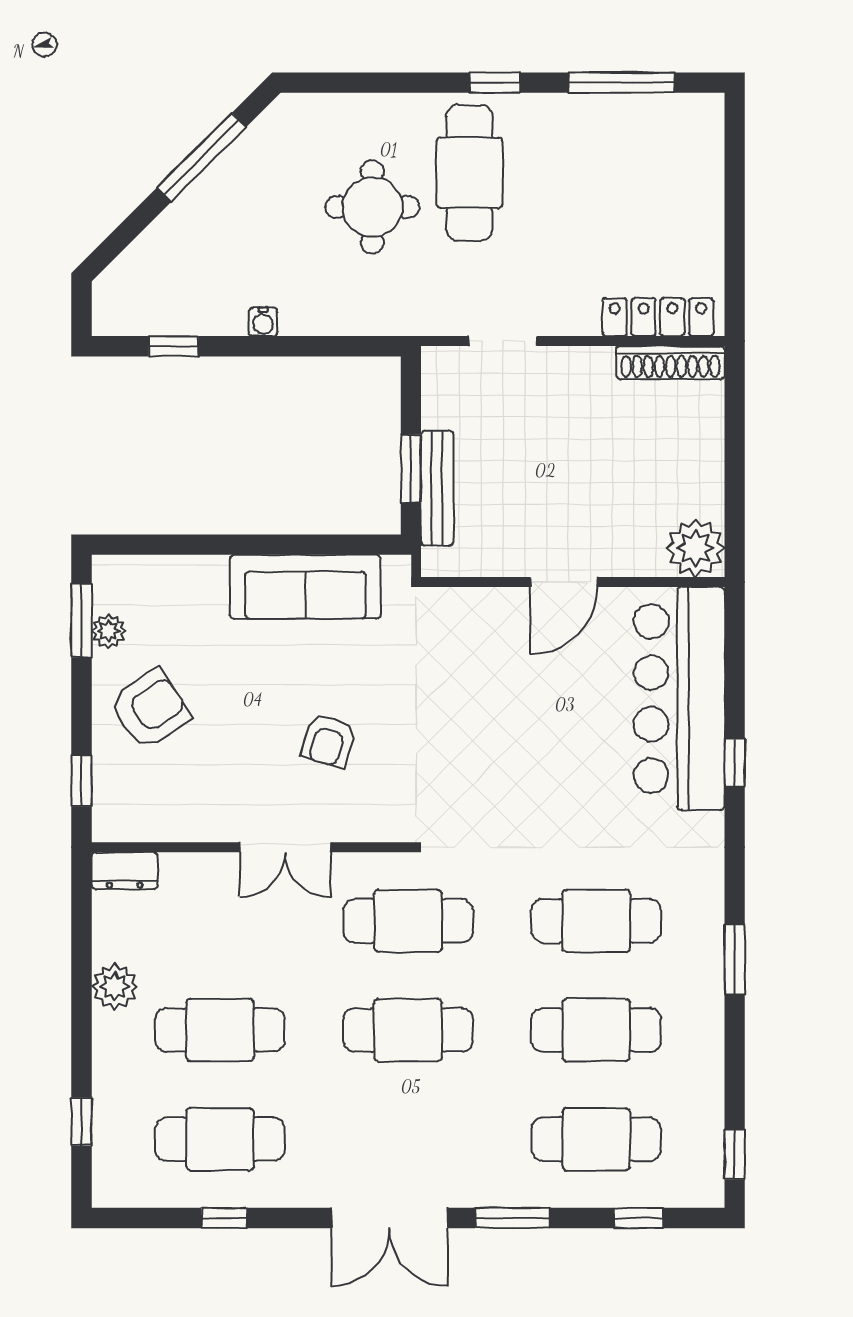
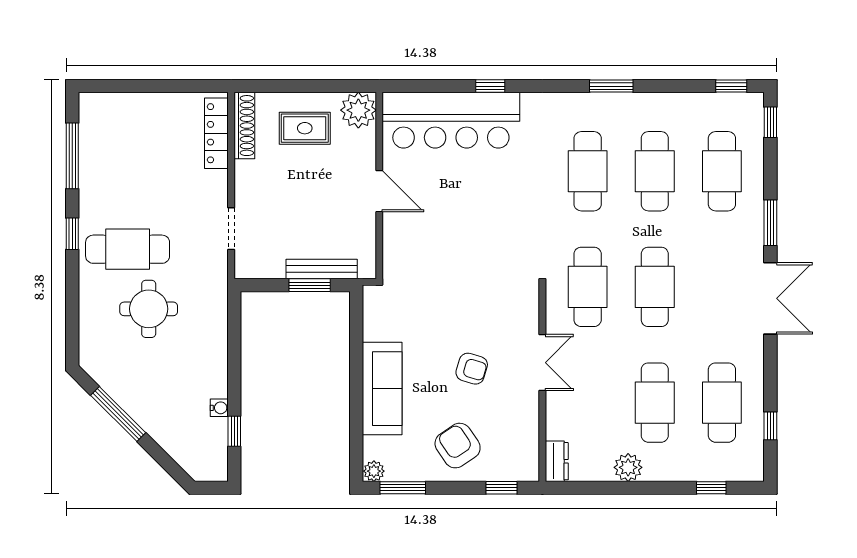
water cooler: (263, 322) -> (219, 408), moved
rug: (666, 461) -> (305, 128), added
sofa: (305, 587) -> (382, 389), moved
plant: (109, 631) -> (374, 471), moved
armchair: (328, 741) -> (472, 369), moved
window: (224, 1218) -> (770, 426), moved
window: (639, 1218) -> (770, 122), moved

